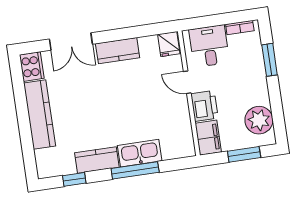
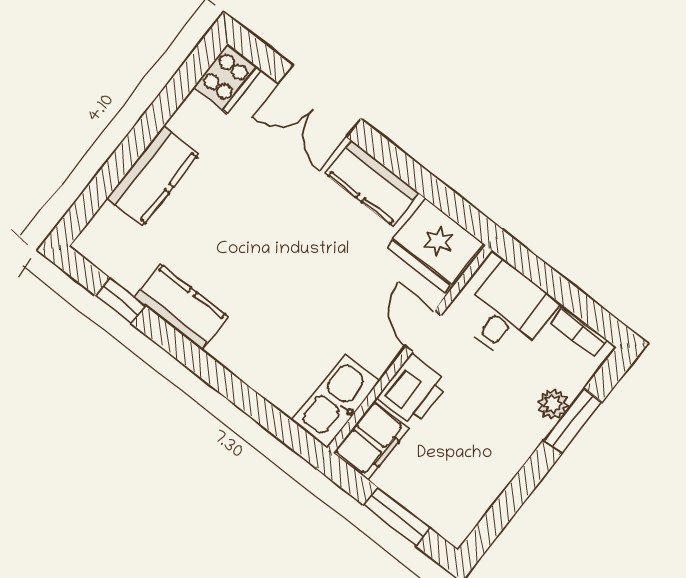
fridge: (169, 44) -> (435, 245), width x1.88, depth x1.34
kitchen counter: (40, 115) -> (153, 176), width x0.67
plant: (259, 120) -> (553, 404), moved, width x0.53, depth x0.53
kitchen sink: (140, 153) -> (336, 401), moved, turned -90
window: (135, 170) -> (219, 378), removed

